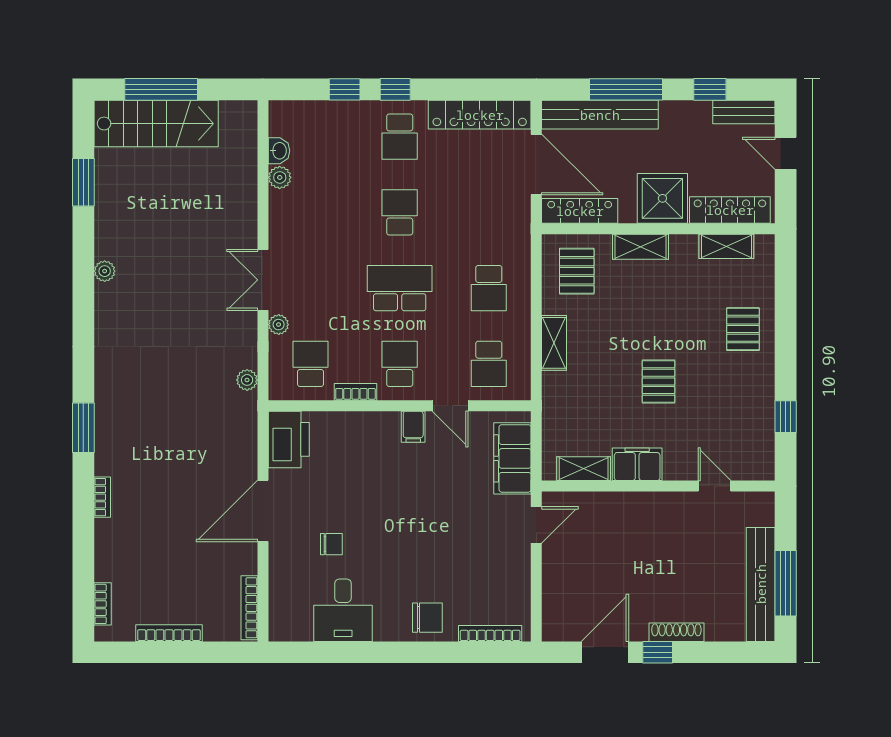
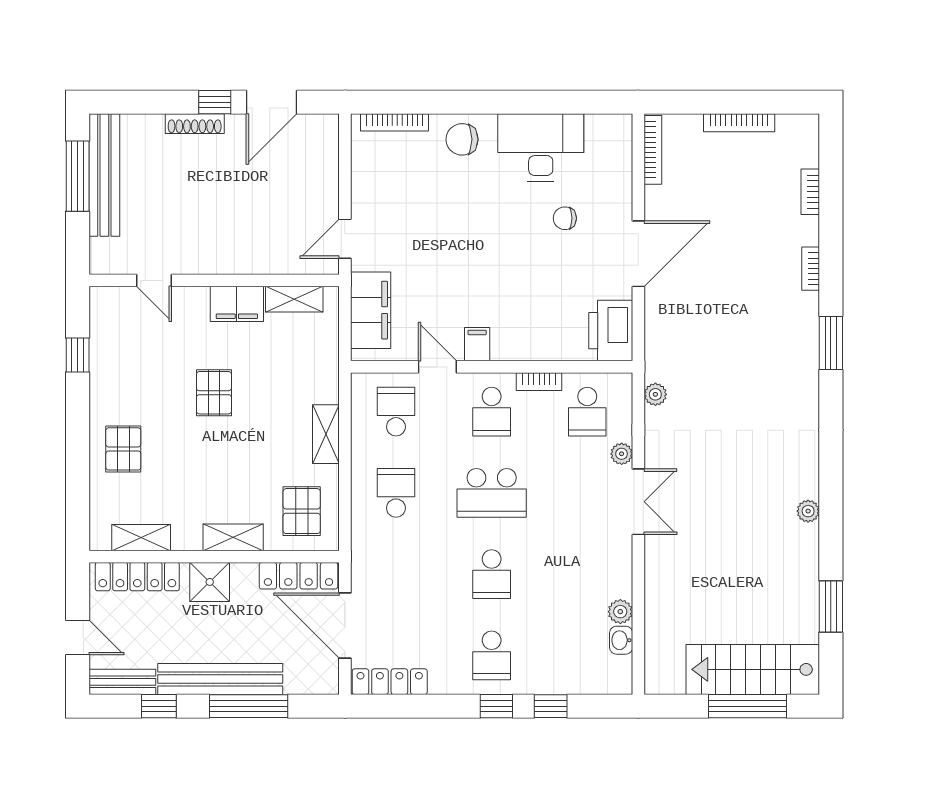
locker: (480, 115) -> (390, 682), width x0.71, depth x0.83
bench: (600, 115) -> (220, 679), moved
school desk: (400, 137) -> (492, 655), turned 180
shower: (662, 198) -> (210, 582), width x0.73, depth x0.73
bookcase: (103, 604) -> (810, 192), moved
desk: (343, 610) -> (541, 147), width x1.37

